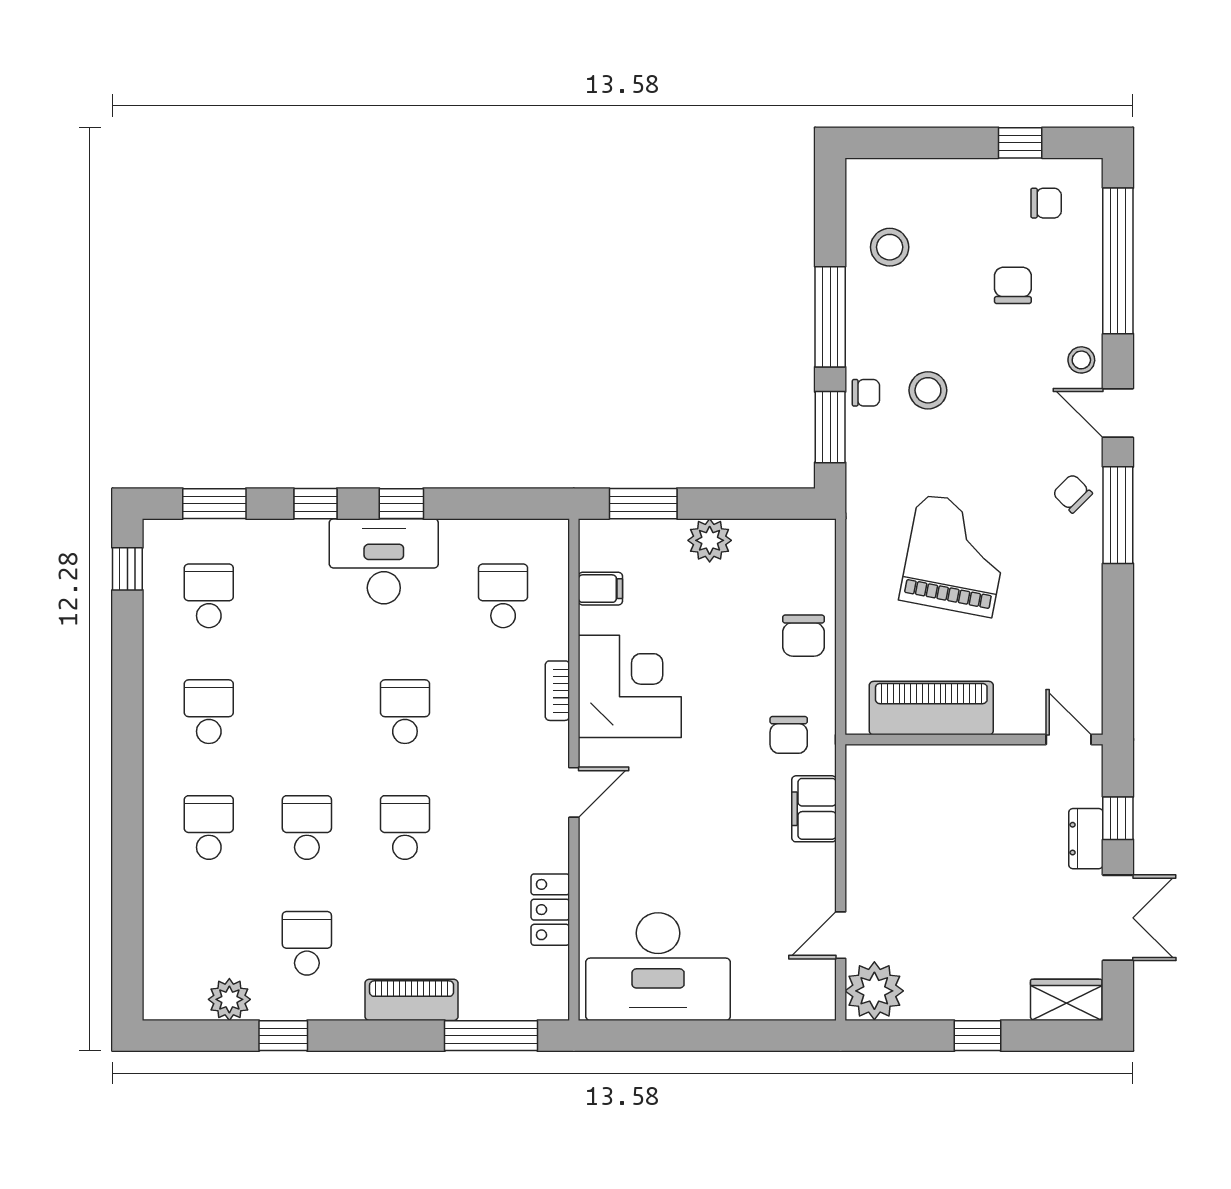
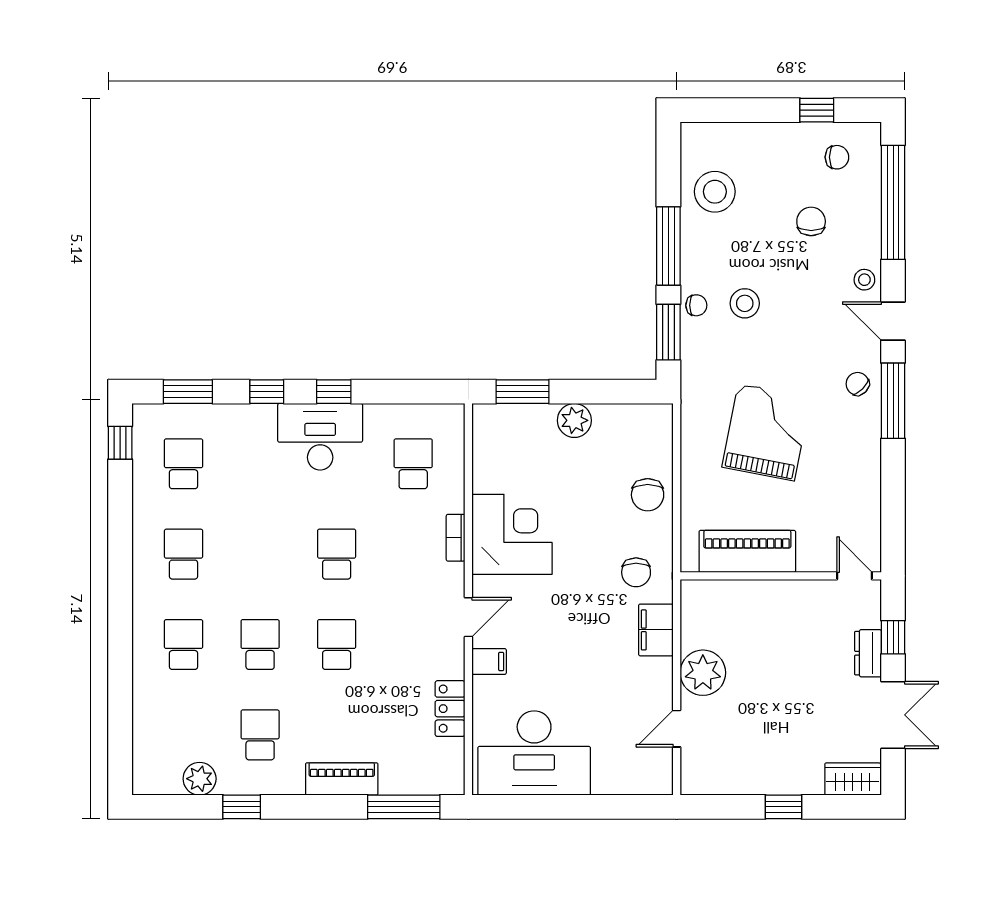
stool: (890, 247) -> (715, 192), width x1.38, depth x1.38
filing cabinet: (600, 589) -> (489, 662), moved
plant: (874, 991) -> (703, 673), moved

